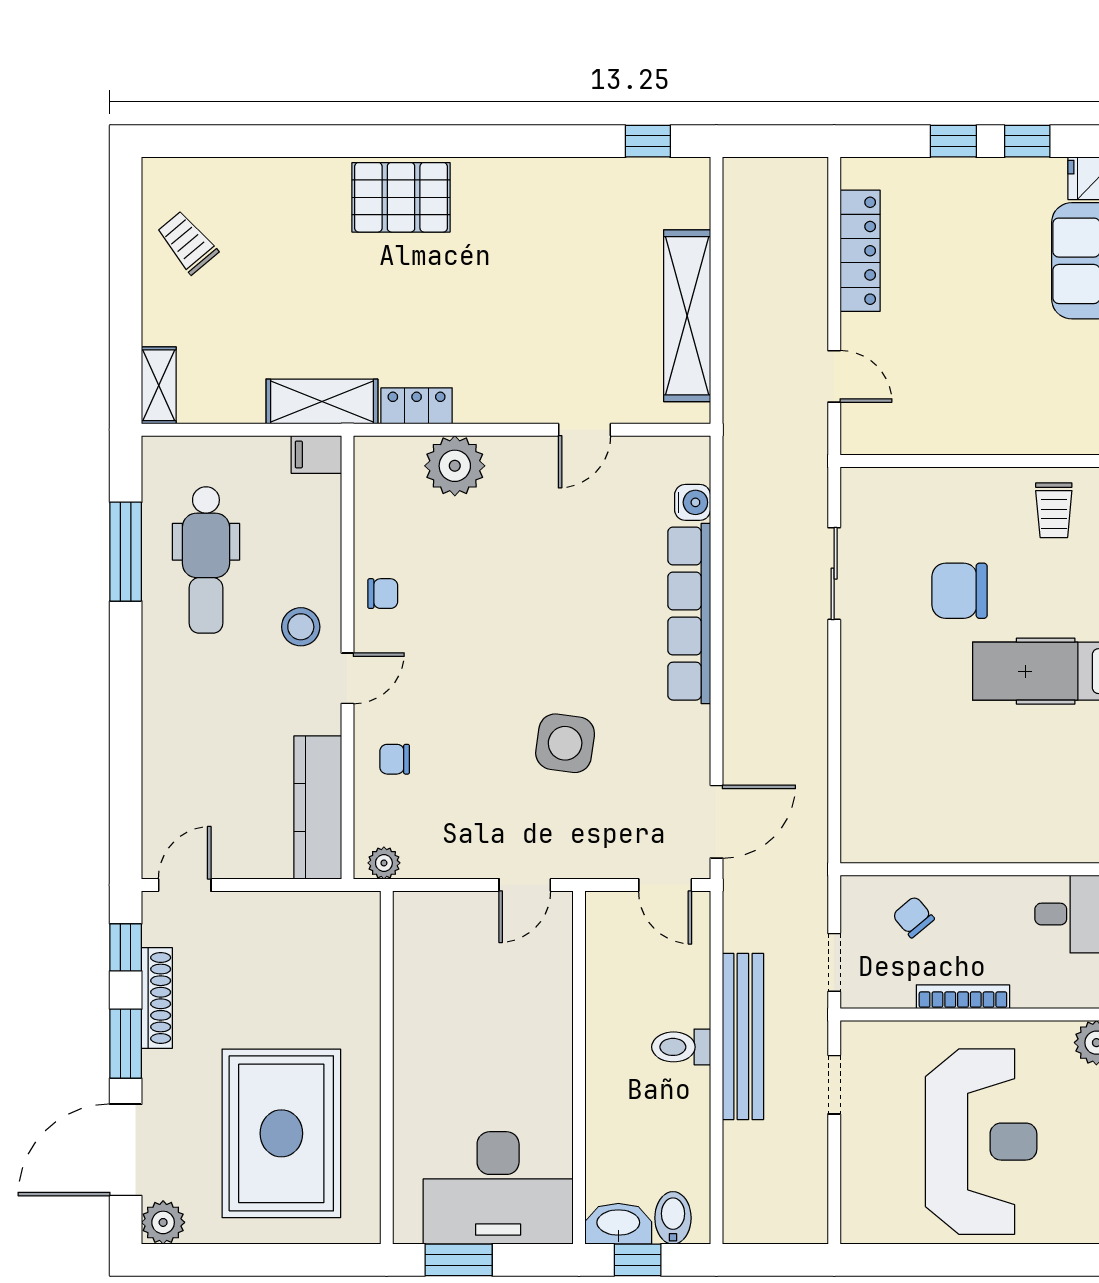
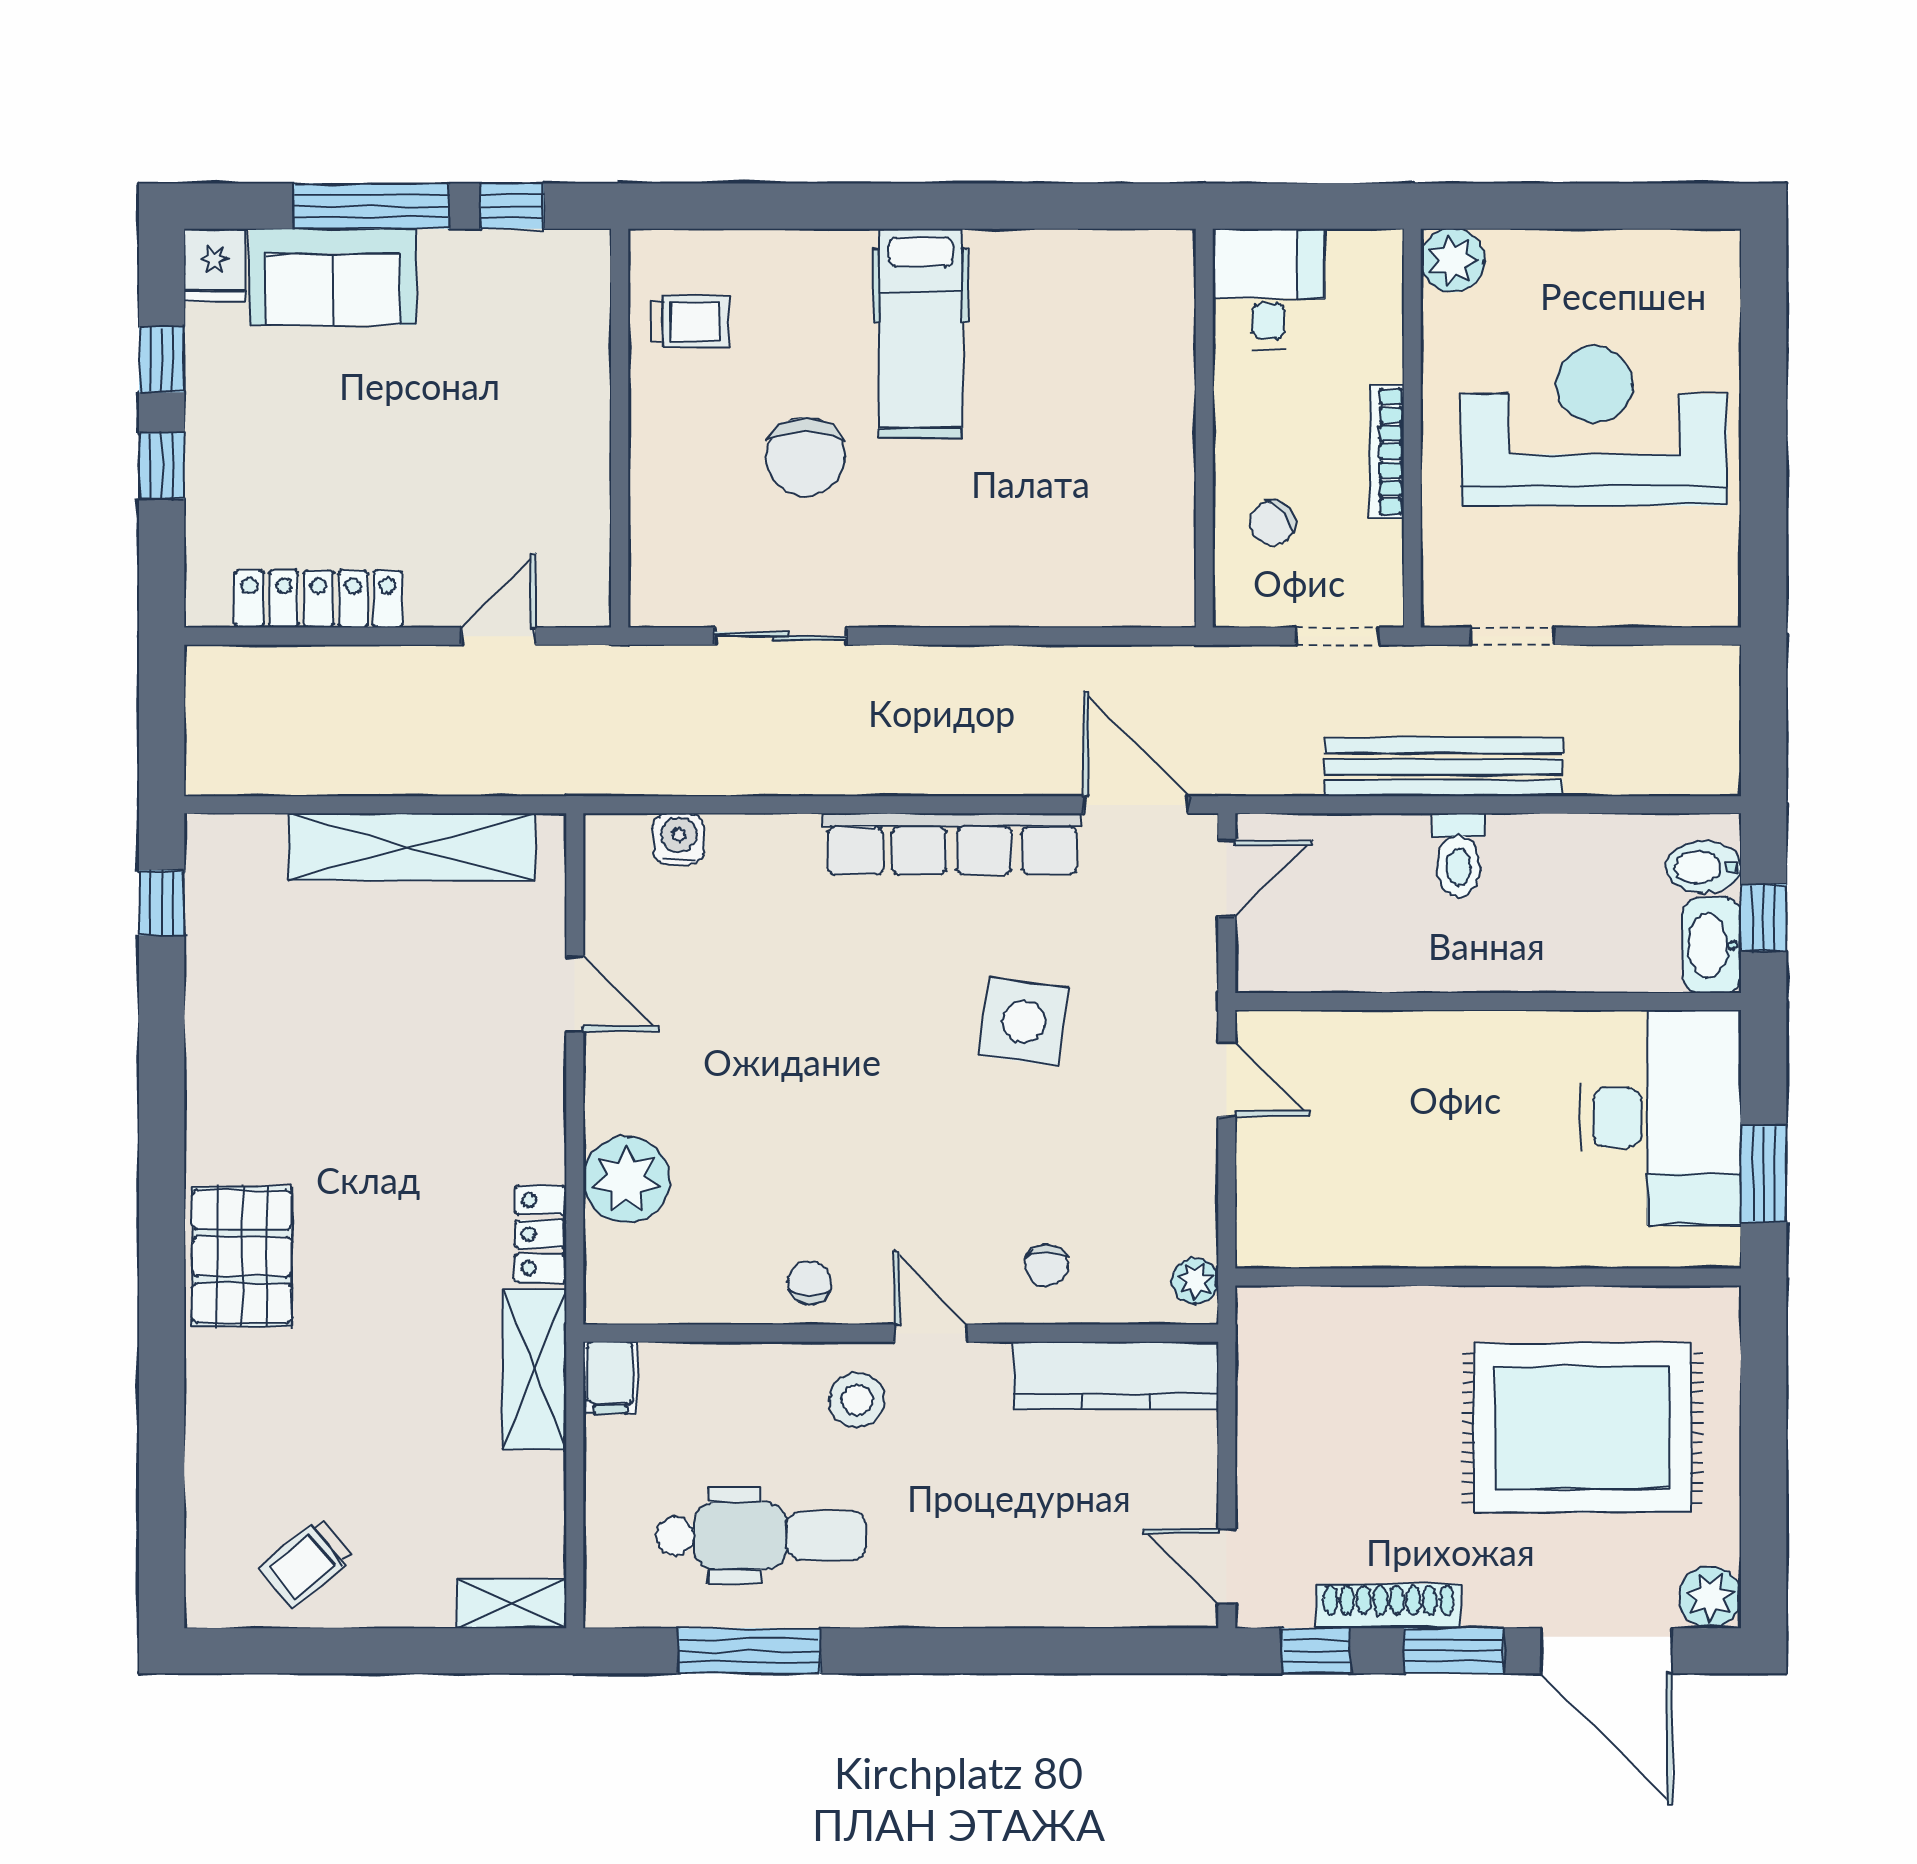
row of seats: (689, 614) -> (952, 844), moved

